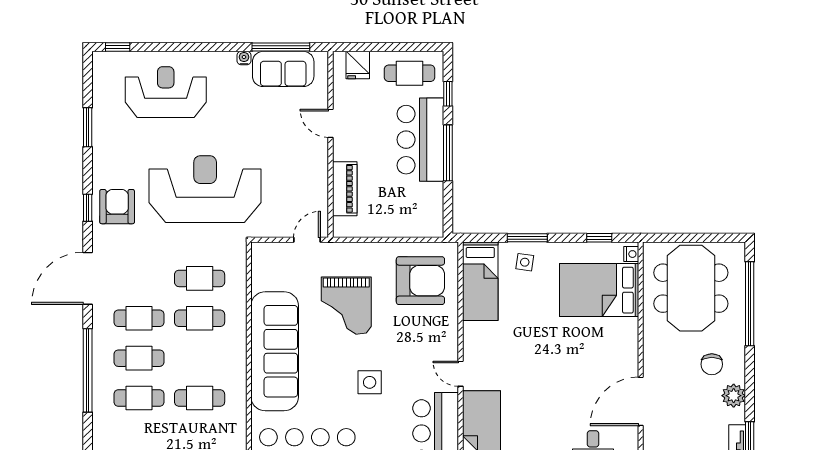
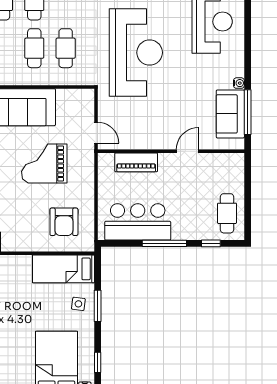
fridge: (358, 65) -> (233, 173), removed
bar counter: (420, 140) -> (138, 222), moved
armchair: (420, 281) -> (64, 222), width x0.73, depth x0.73

